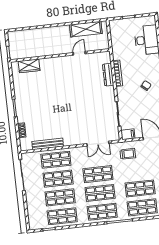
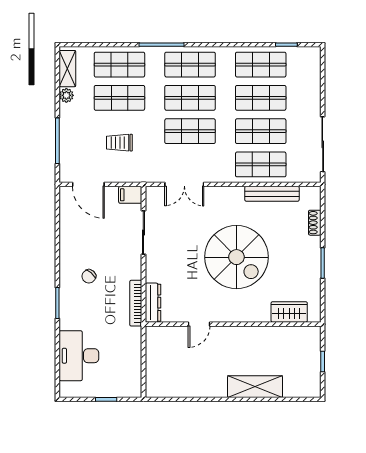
shelving: (86, 29) -> (255, 387), moved
door: (79, 53) -> (199, 324), moved
wall: (60, 55) -> (233, 324), moved
wardrobe: (29, 66) -> (289, 312), moved
spiral stairs: (64, 106) -> (236, 257), added
double door: (98, 144) -> (184, 184), swing flipped
trolley: (128, 154) -> (119, 143), moved

